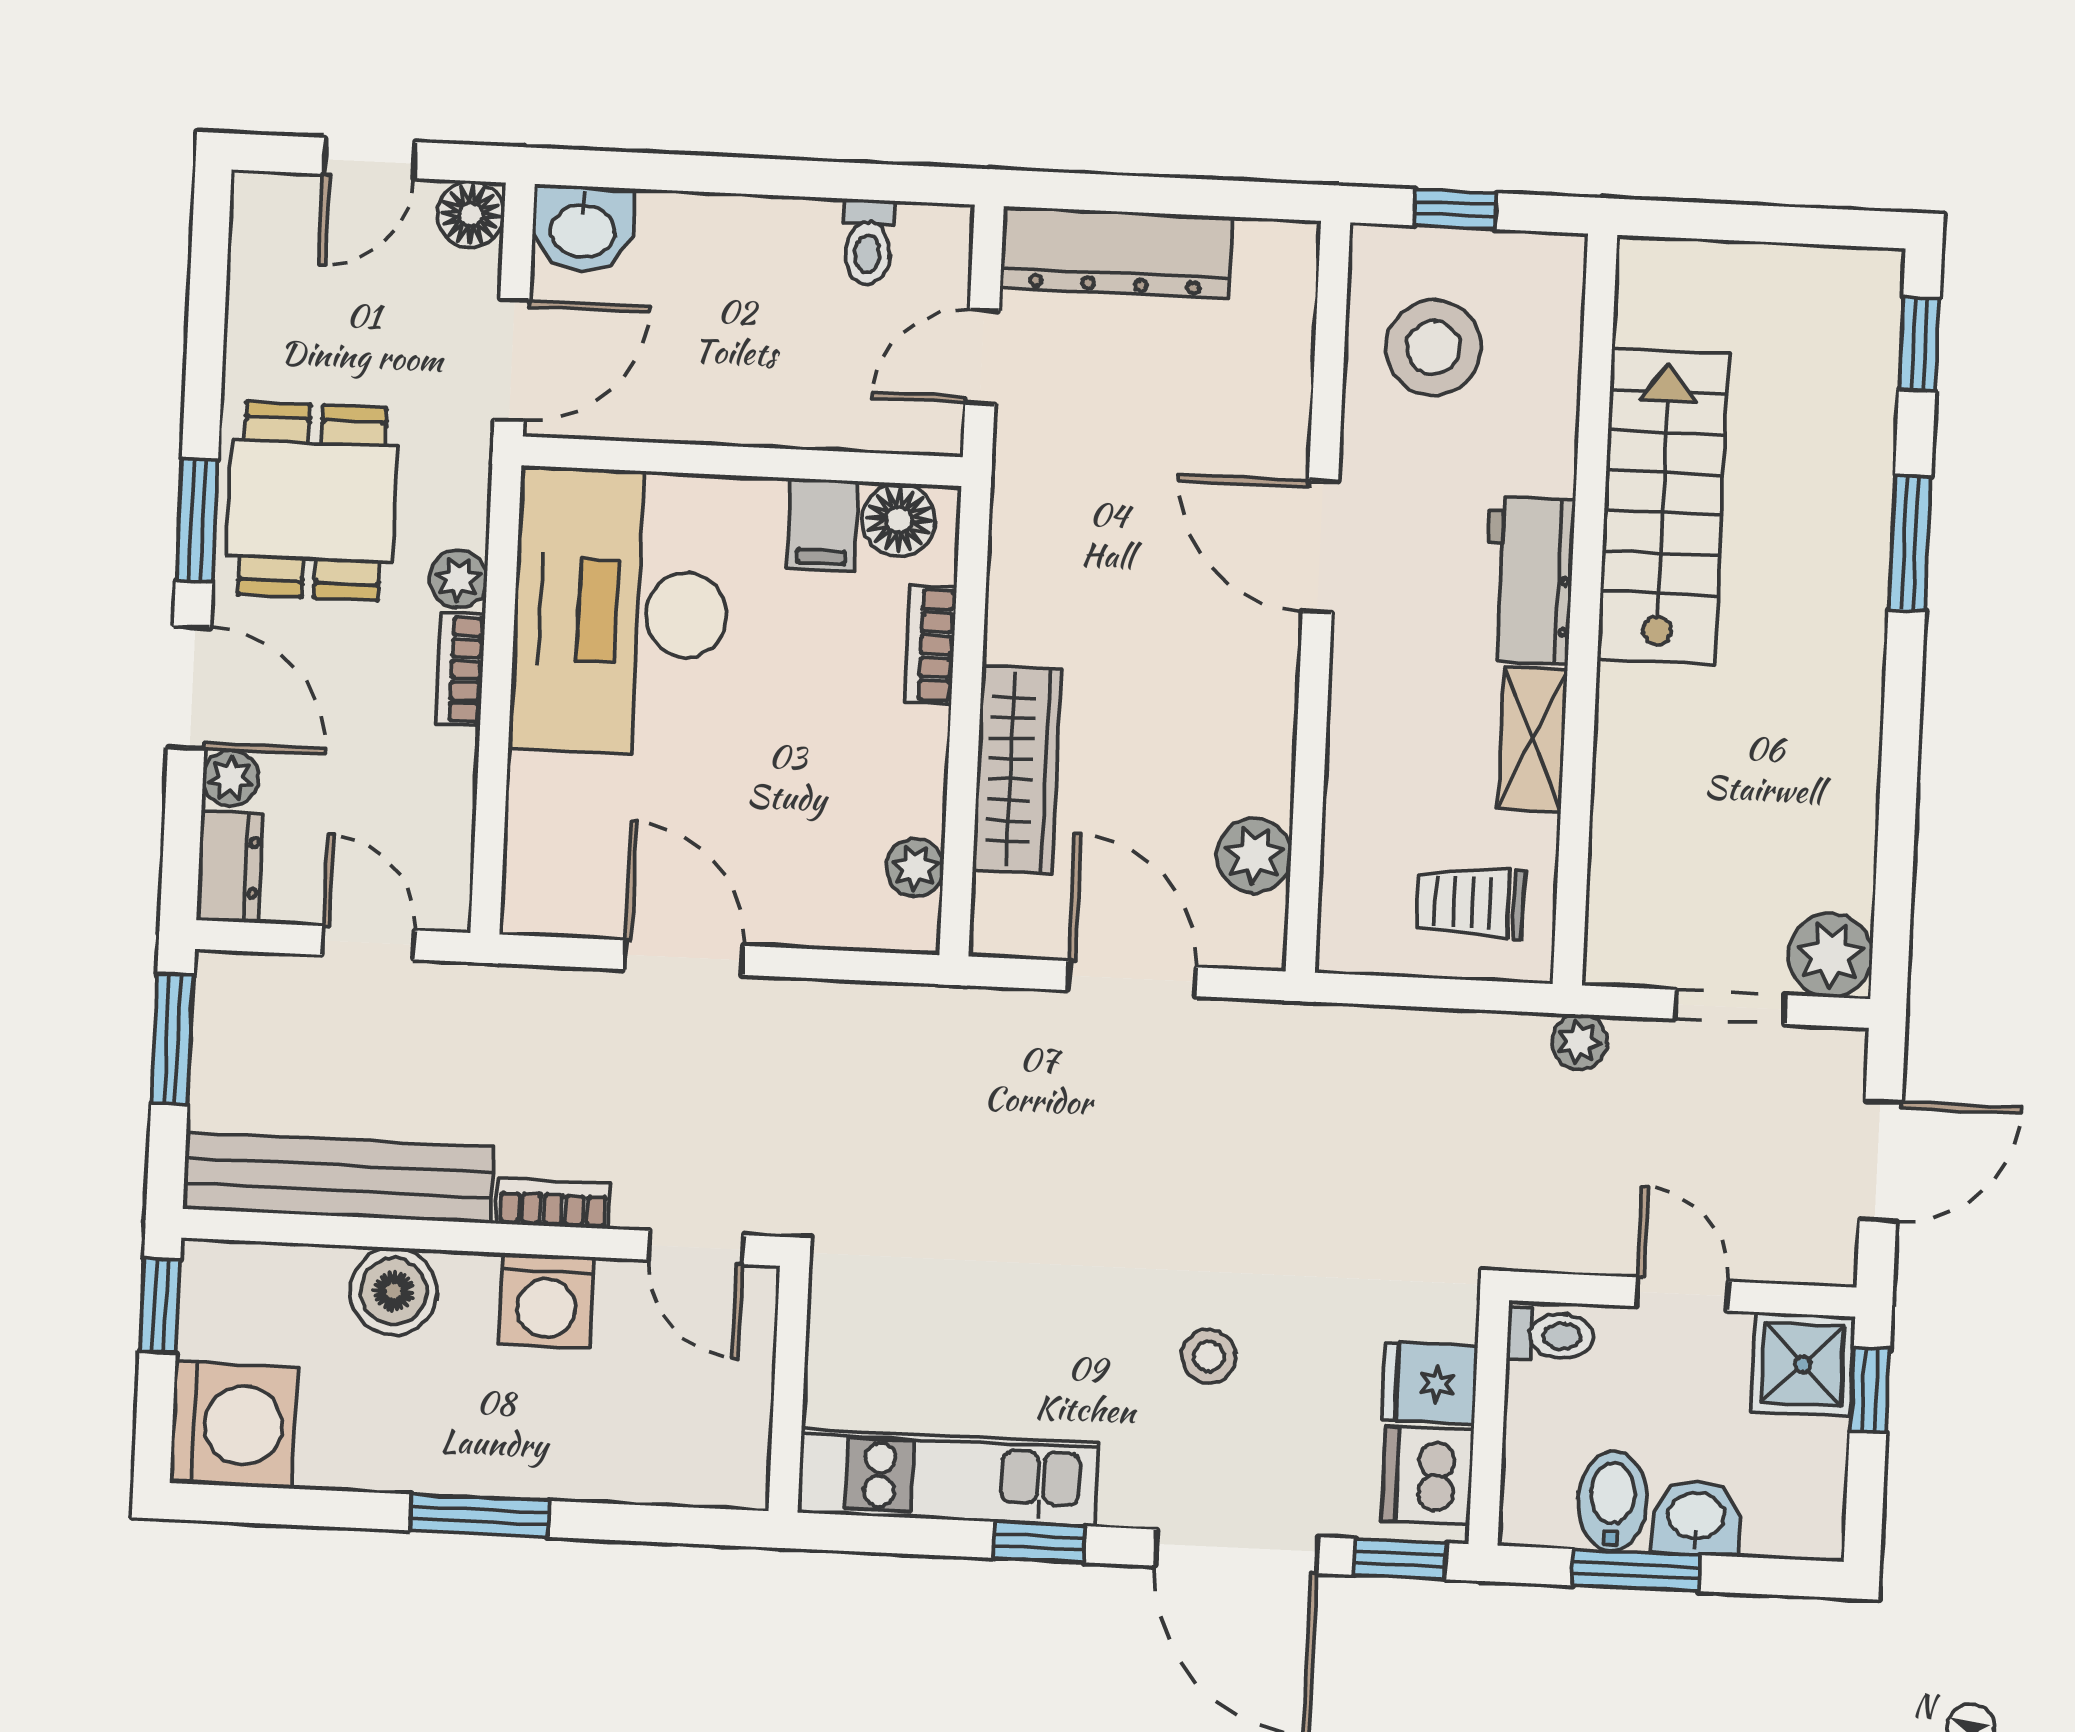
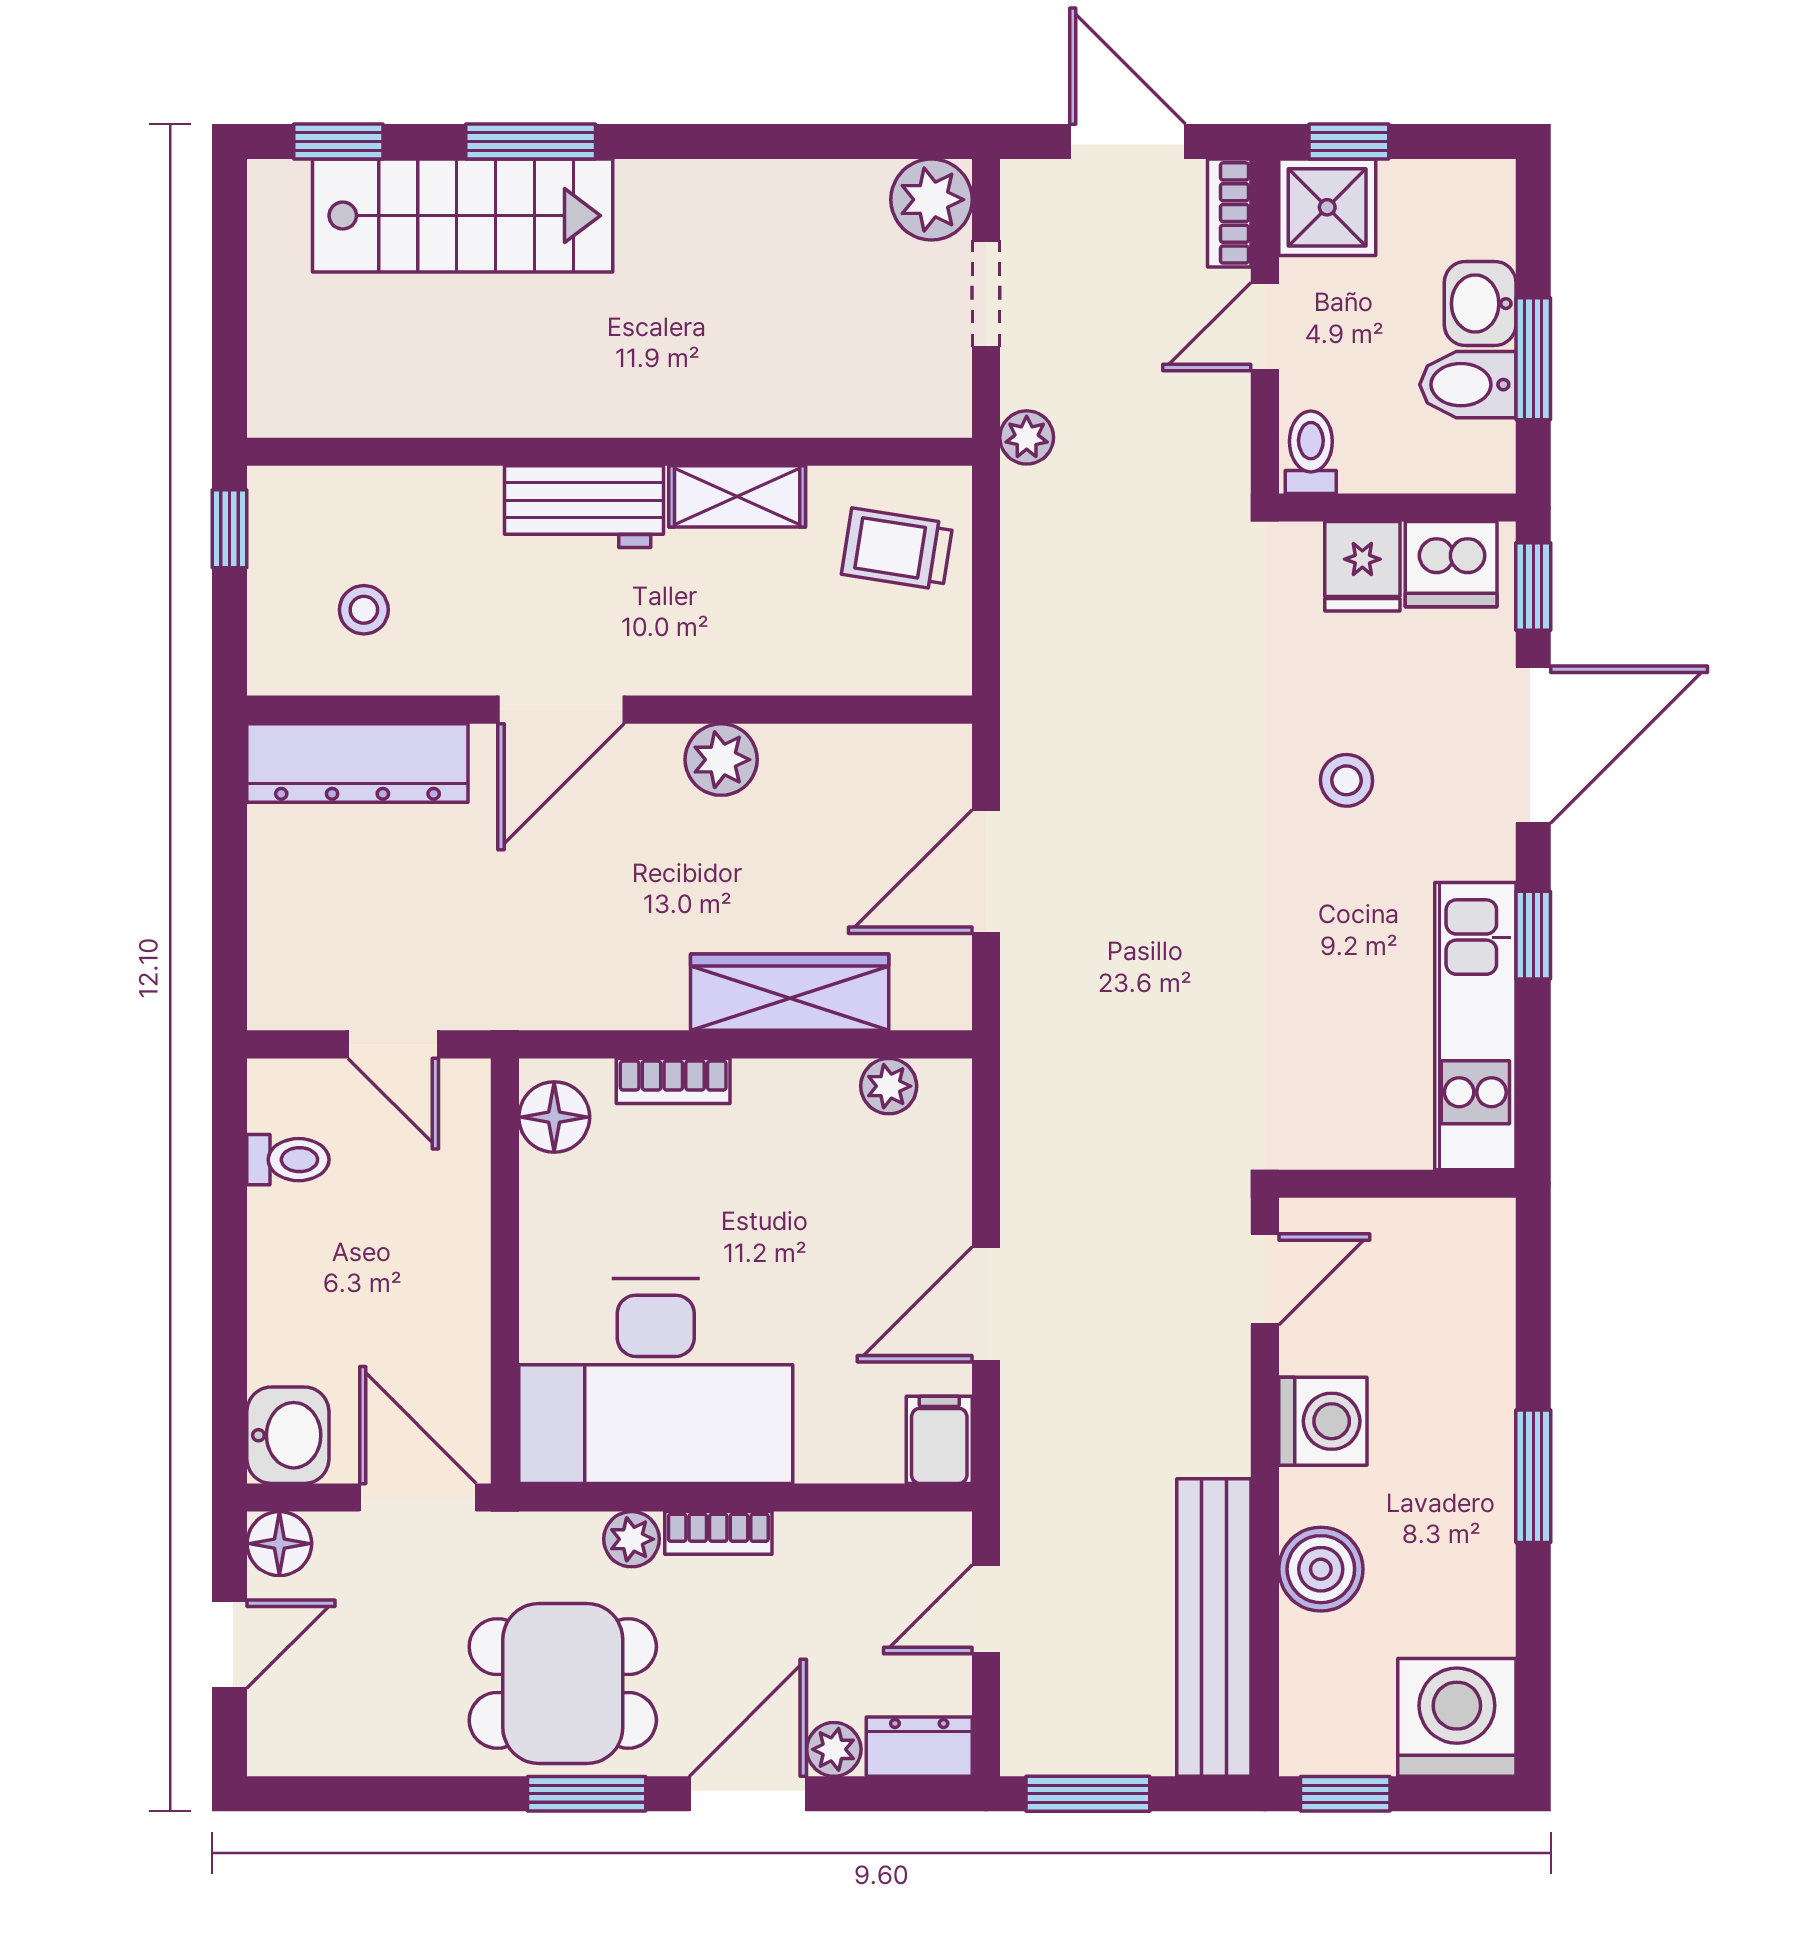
door: (369, 158) -> (230, 1644), hinge flipped
window: (1455, 209) -> (230, 529), moved
dresser: (1116, 252) -> (357, 763), moved, turned 90
stool: (1433, 348) -> (364, 610), width x0.53, depth x0.53
stairs: (1663, 506) -> (463, 216), moved, turned 180
filing cabinet: (822, 525) -> (939, 1440), moved, turned -90
plant: (1254, 855) -> (721, 760), moved
trolley: (1470, 902) -> (897, 549), turned 99
bookcase: (553, 1204) -> (1229, 213), moved

